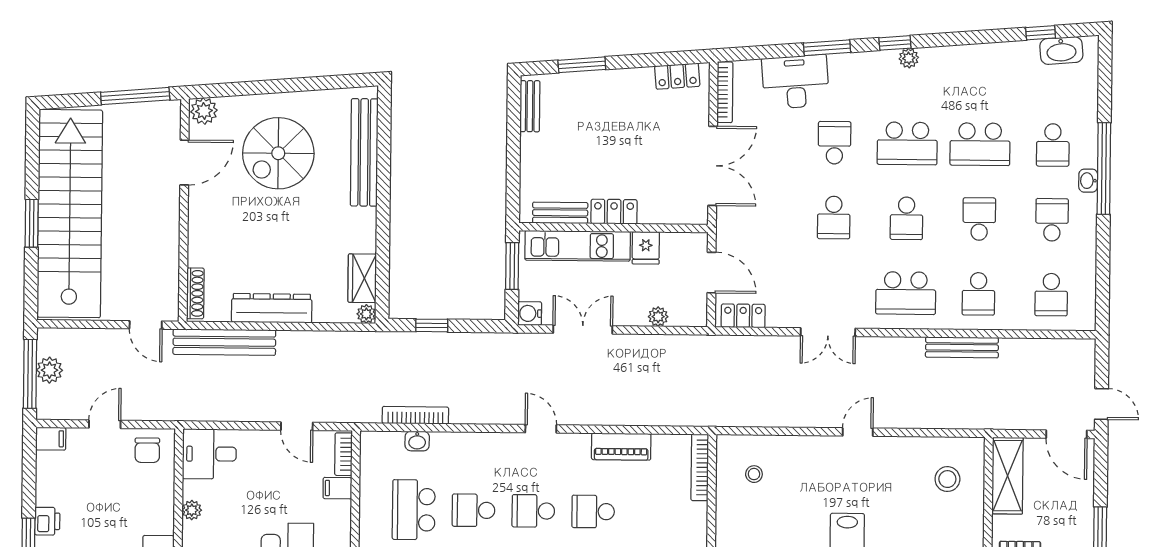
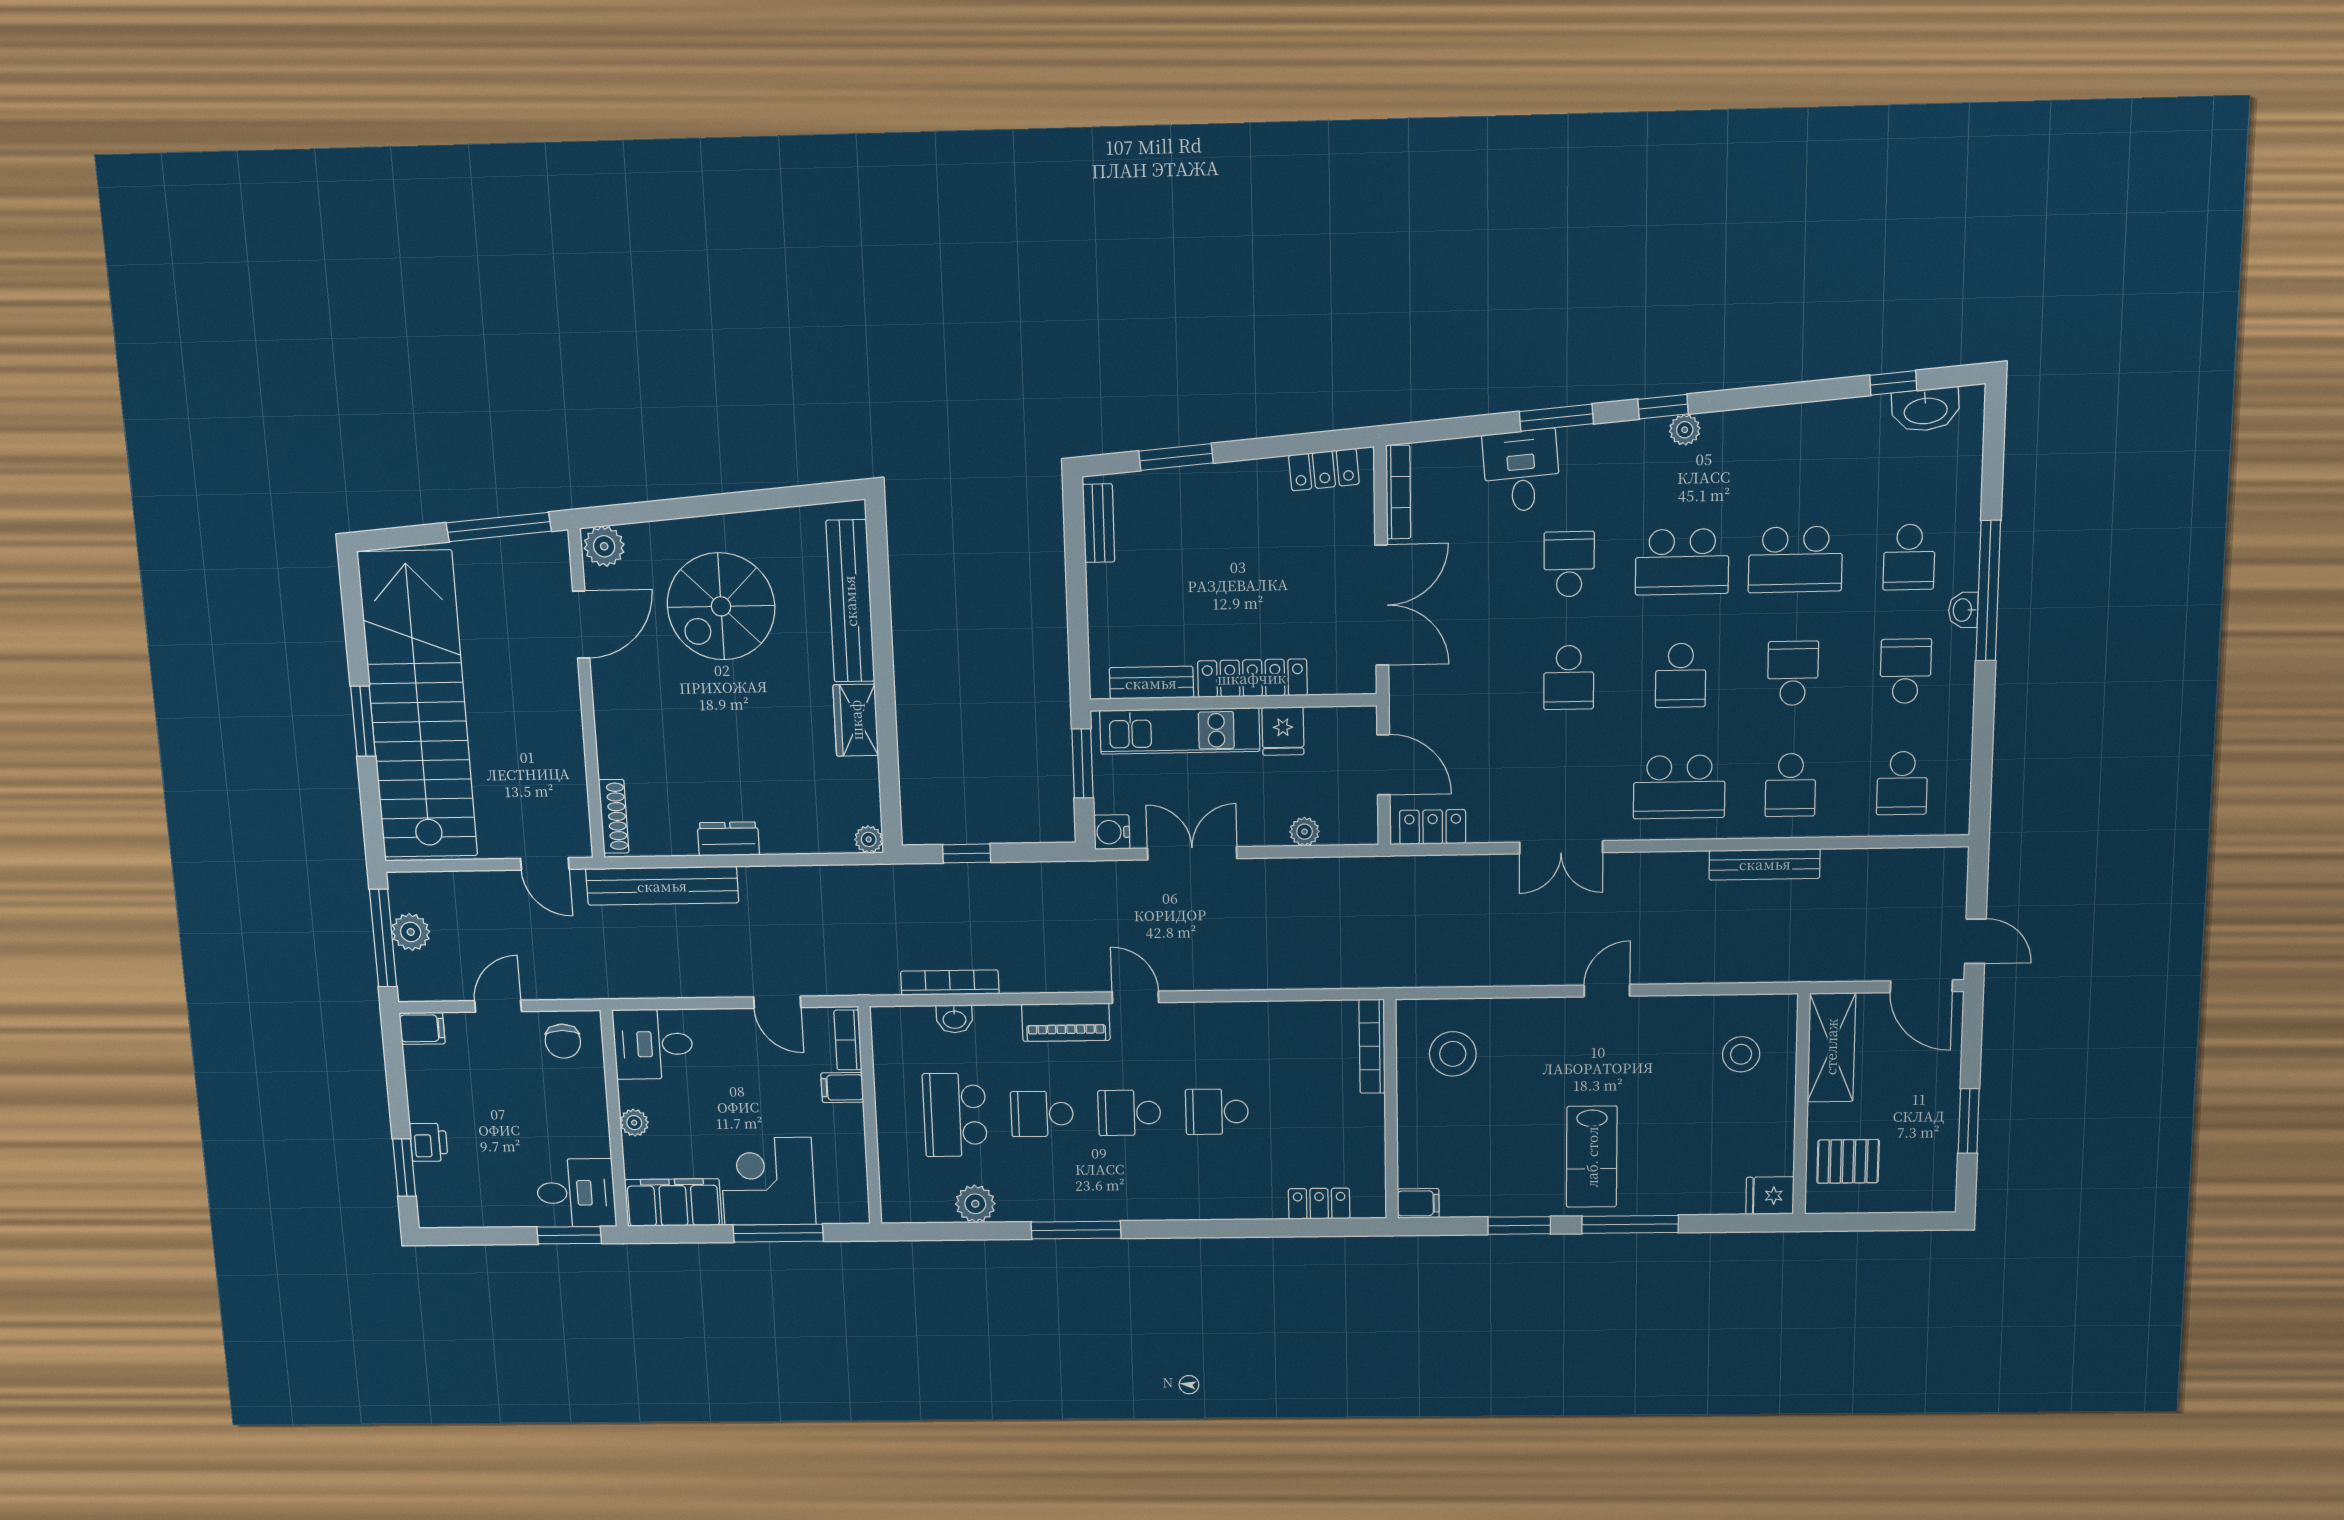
desk: (795, 82) -> (1521, 471), width x0.73
locker: (614, 212) -> (1252, 678), width x1.53
wardrobe: (362, 278) -> (856, 720), moved
dresser: (272, 308) -> (728, 839), width x0.51, depth x0.80
piano: (621, 447) -> (1066, 1022), moved
stool: (754, 474) -> (1453, 1054), width x1.89, depth x1.89

